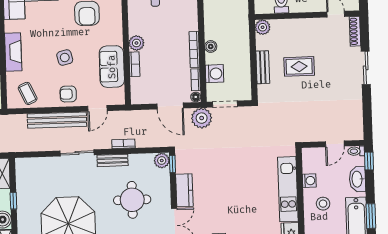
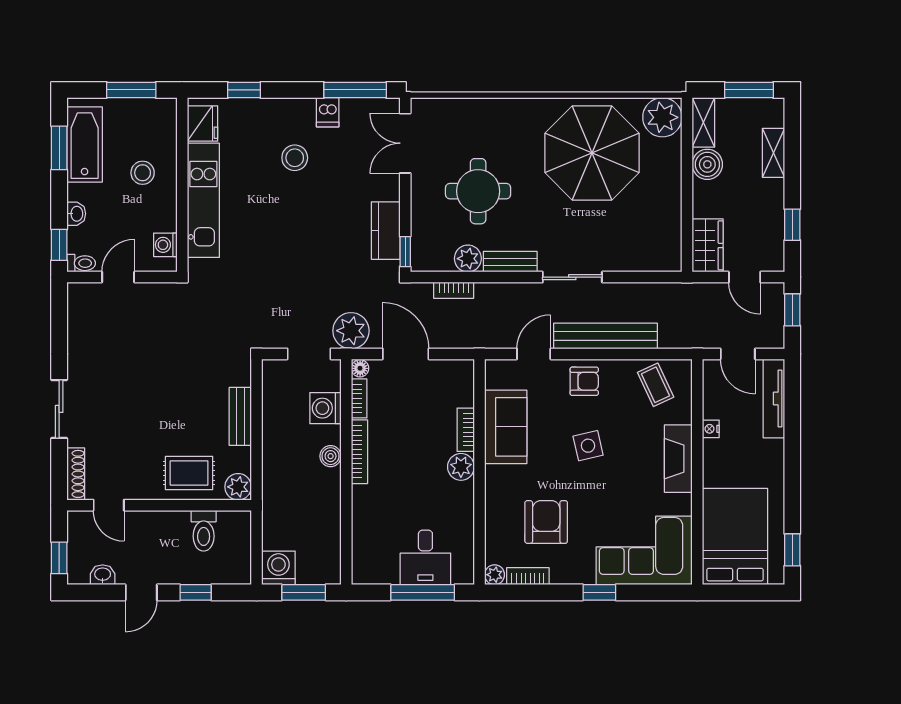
rug: (299, 66) -> (189, 473), moved
bookcase: (123, 144) -> (454, 290), moved
plant: (162, 161) -> (468, 259), moved
washbasin: (357, 179) -> (76, 214), width x0.52, depth x0.69
washing machine: (309, 181) -> (165, 245), moved
kitchen counter: (184, 190) -> (386, 231), moved
window: (13, 201) -> (687, 197), removed
stool: (237, 215) -> (295, 158), added

